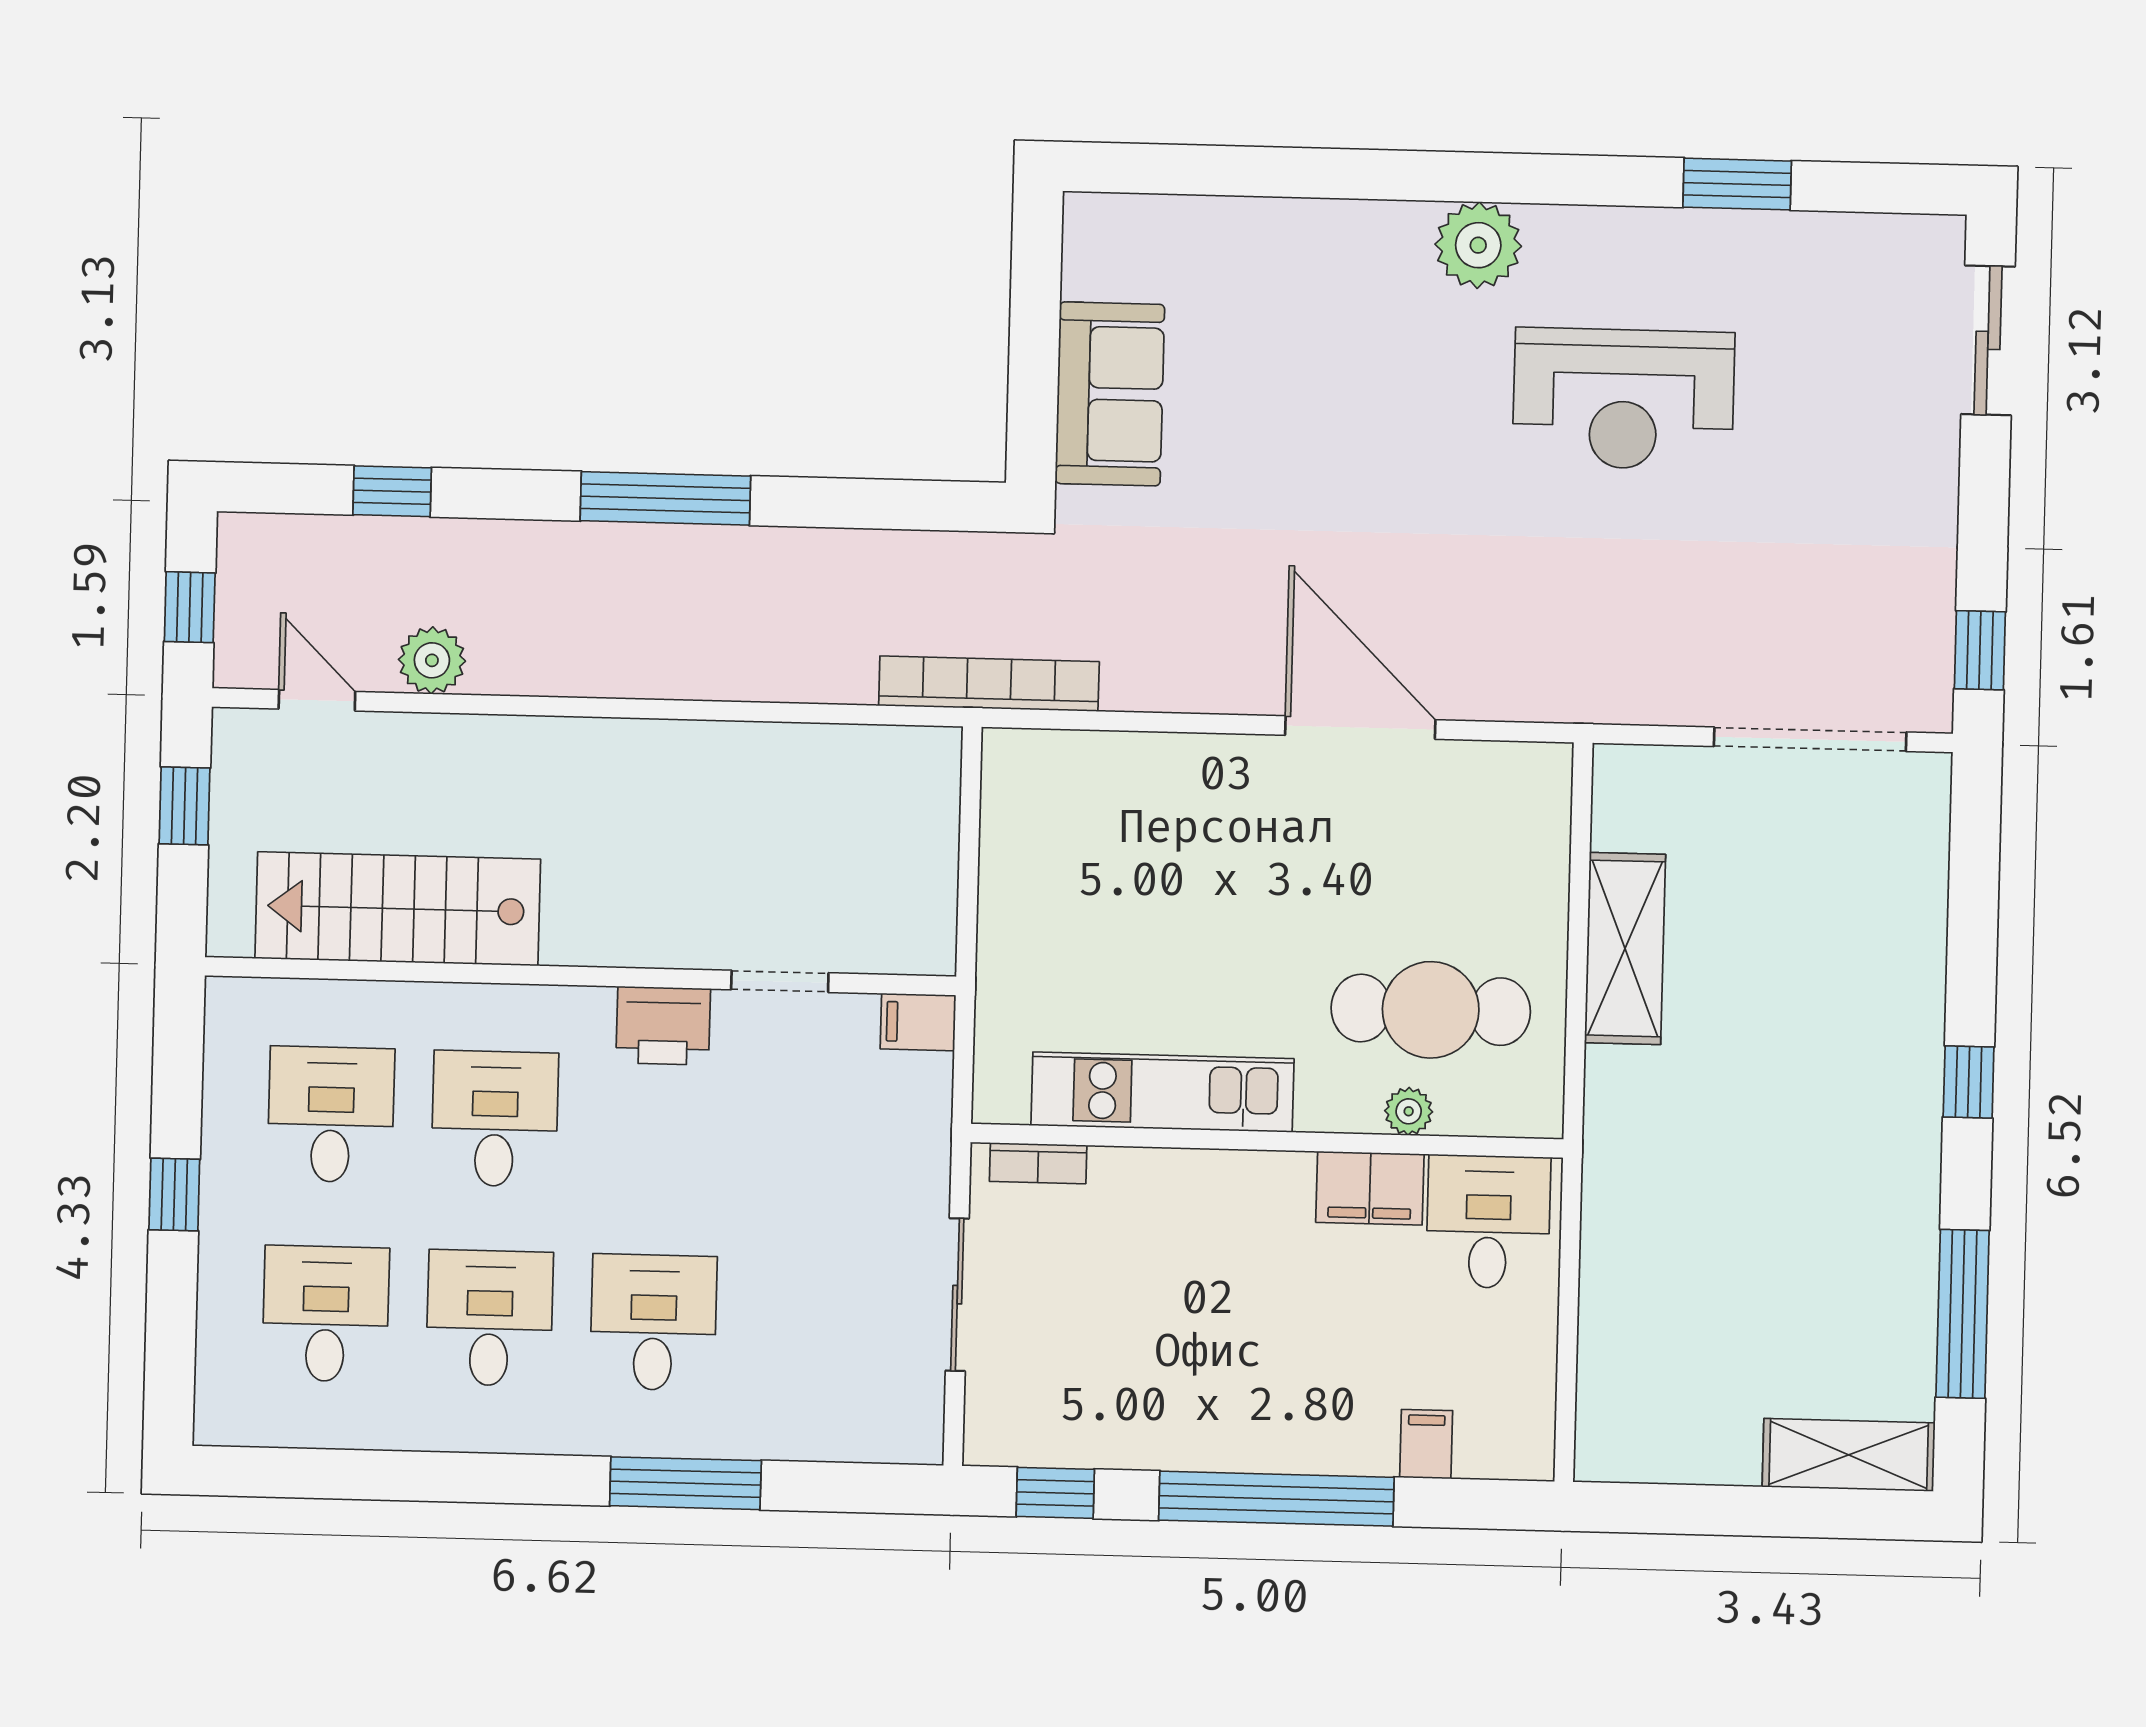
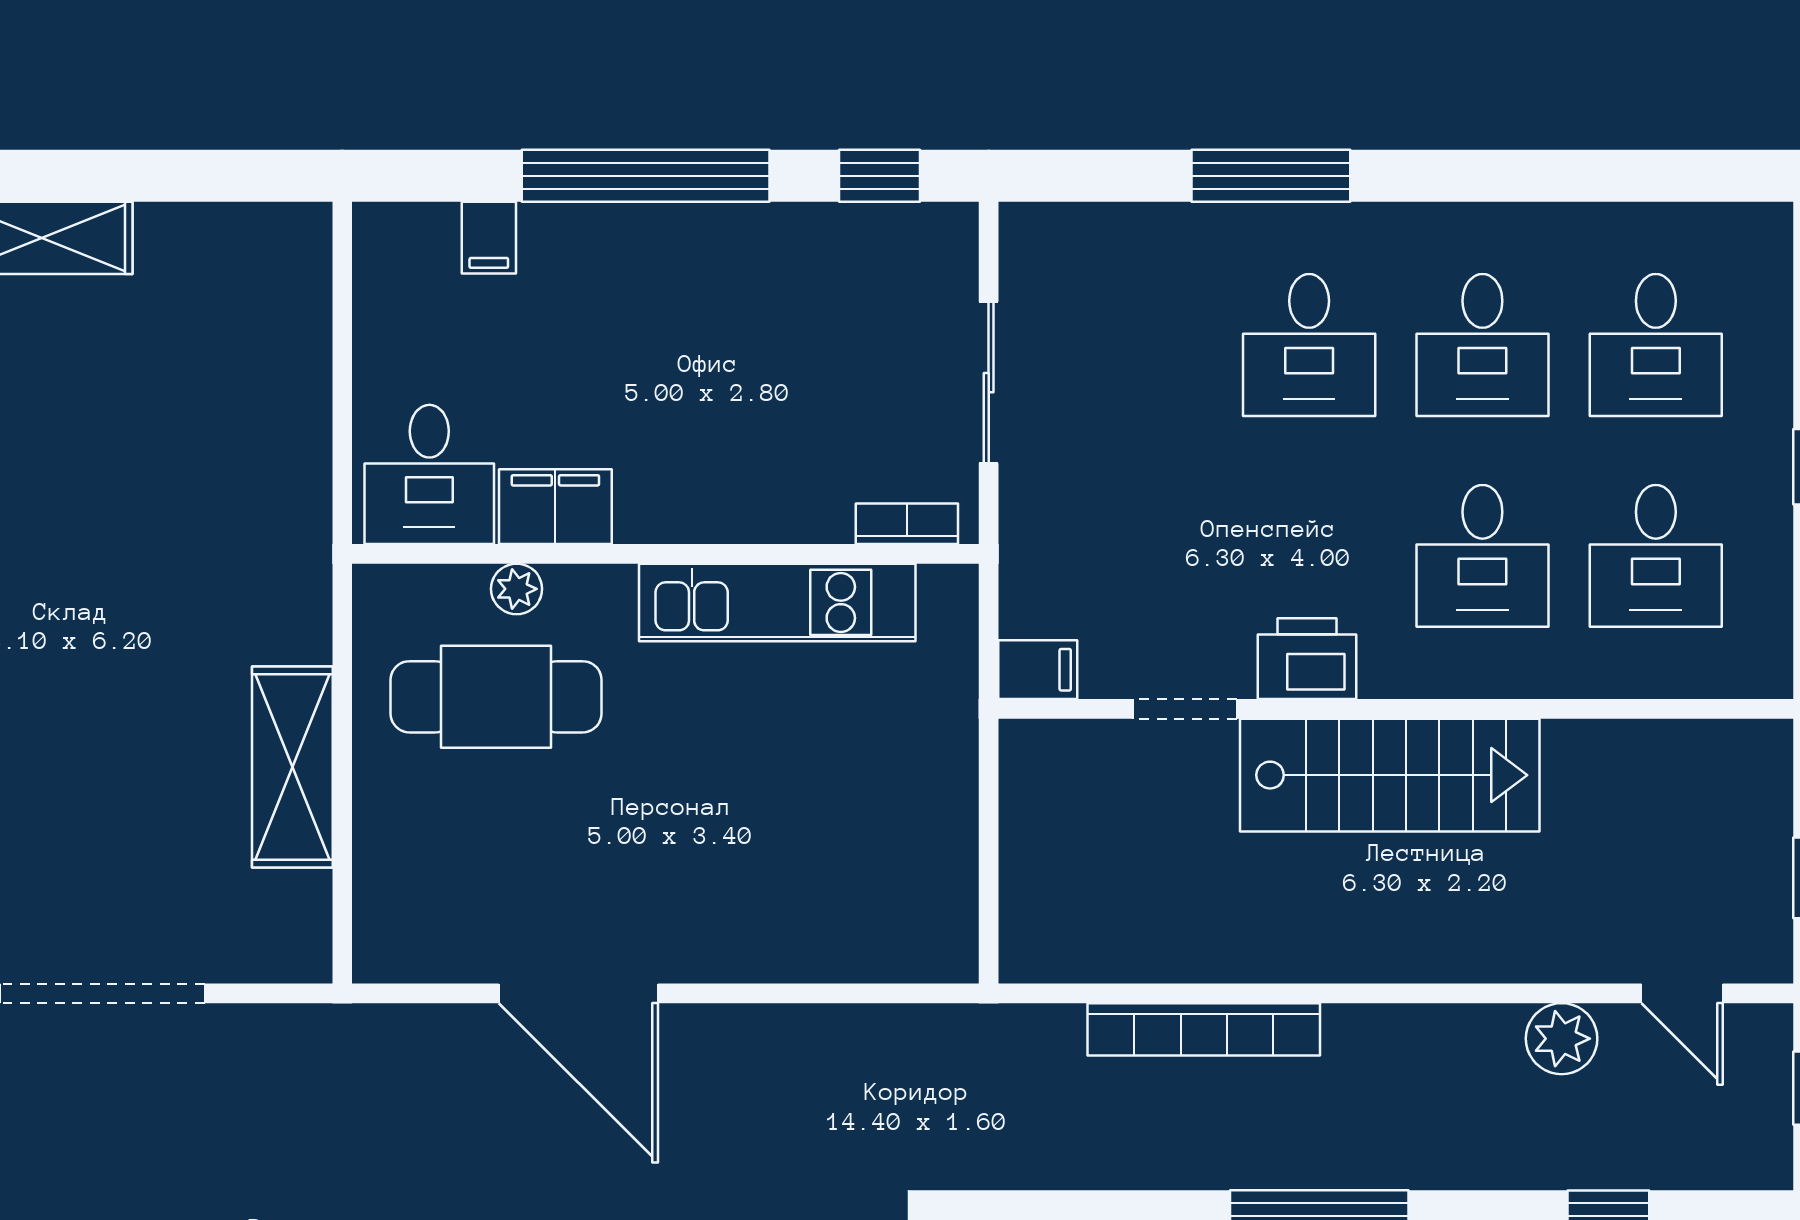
bookcase: (989, 684) -> (1204, 1029), moved
stairs: (398, 909) -> (1390, 775), moved

